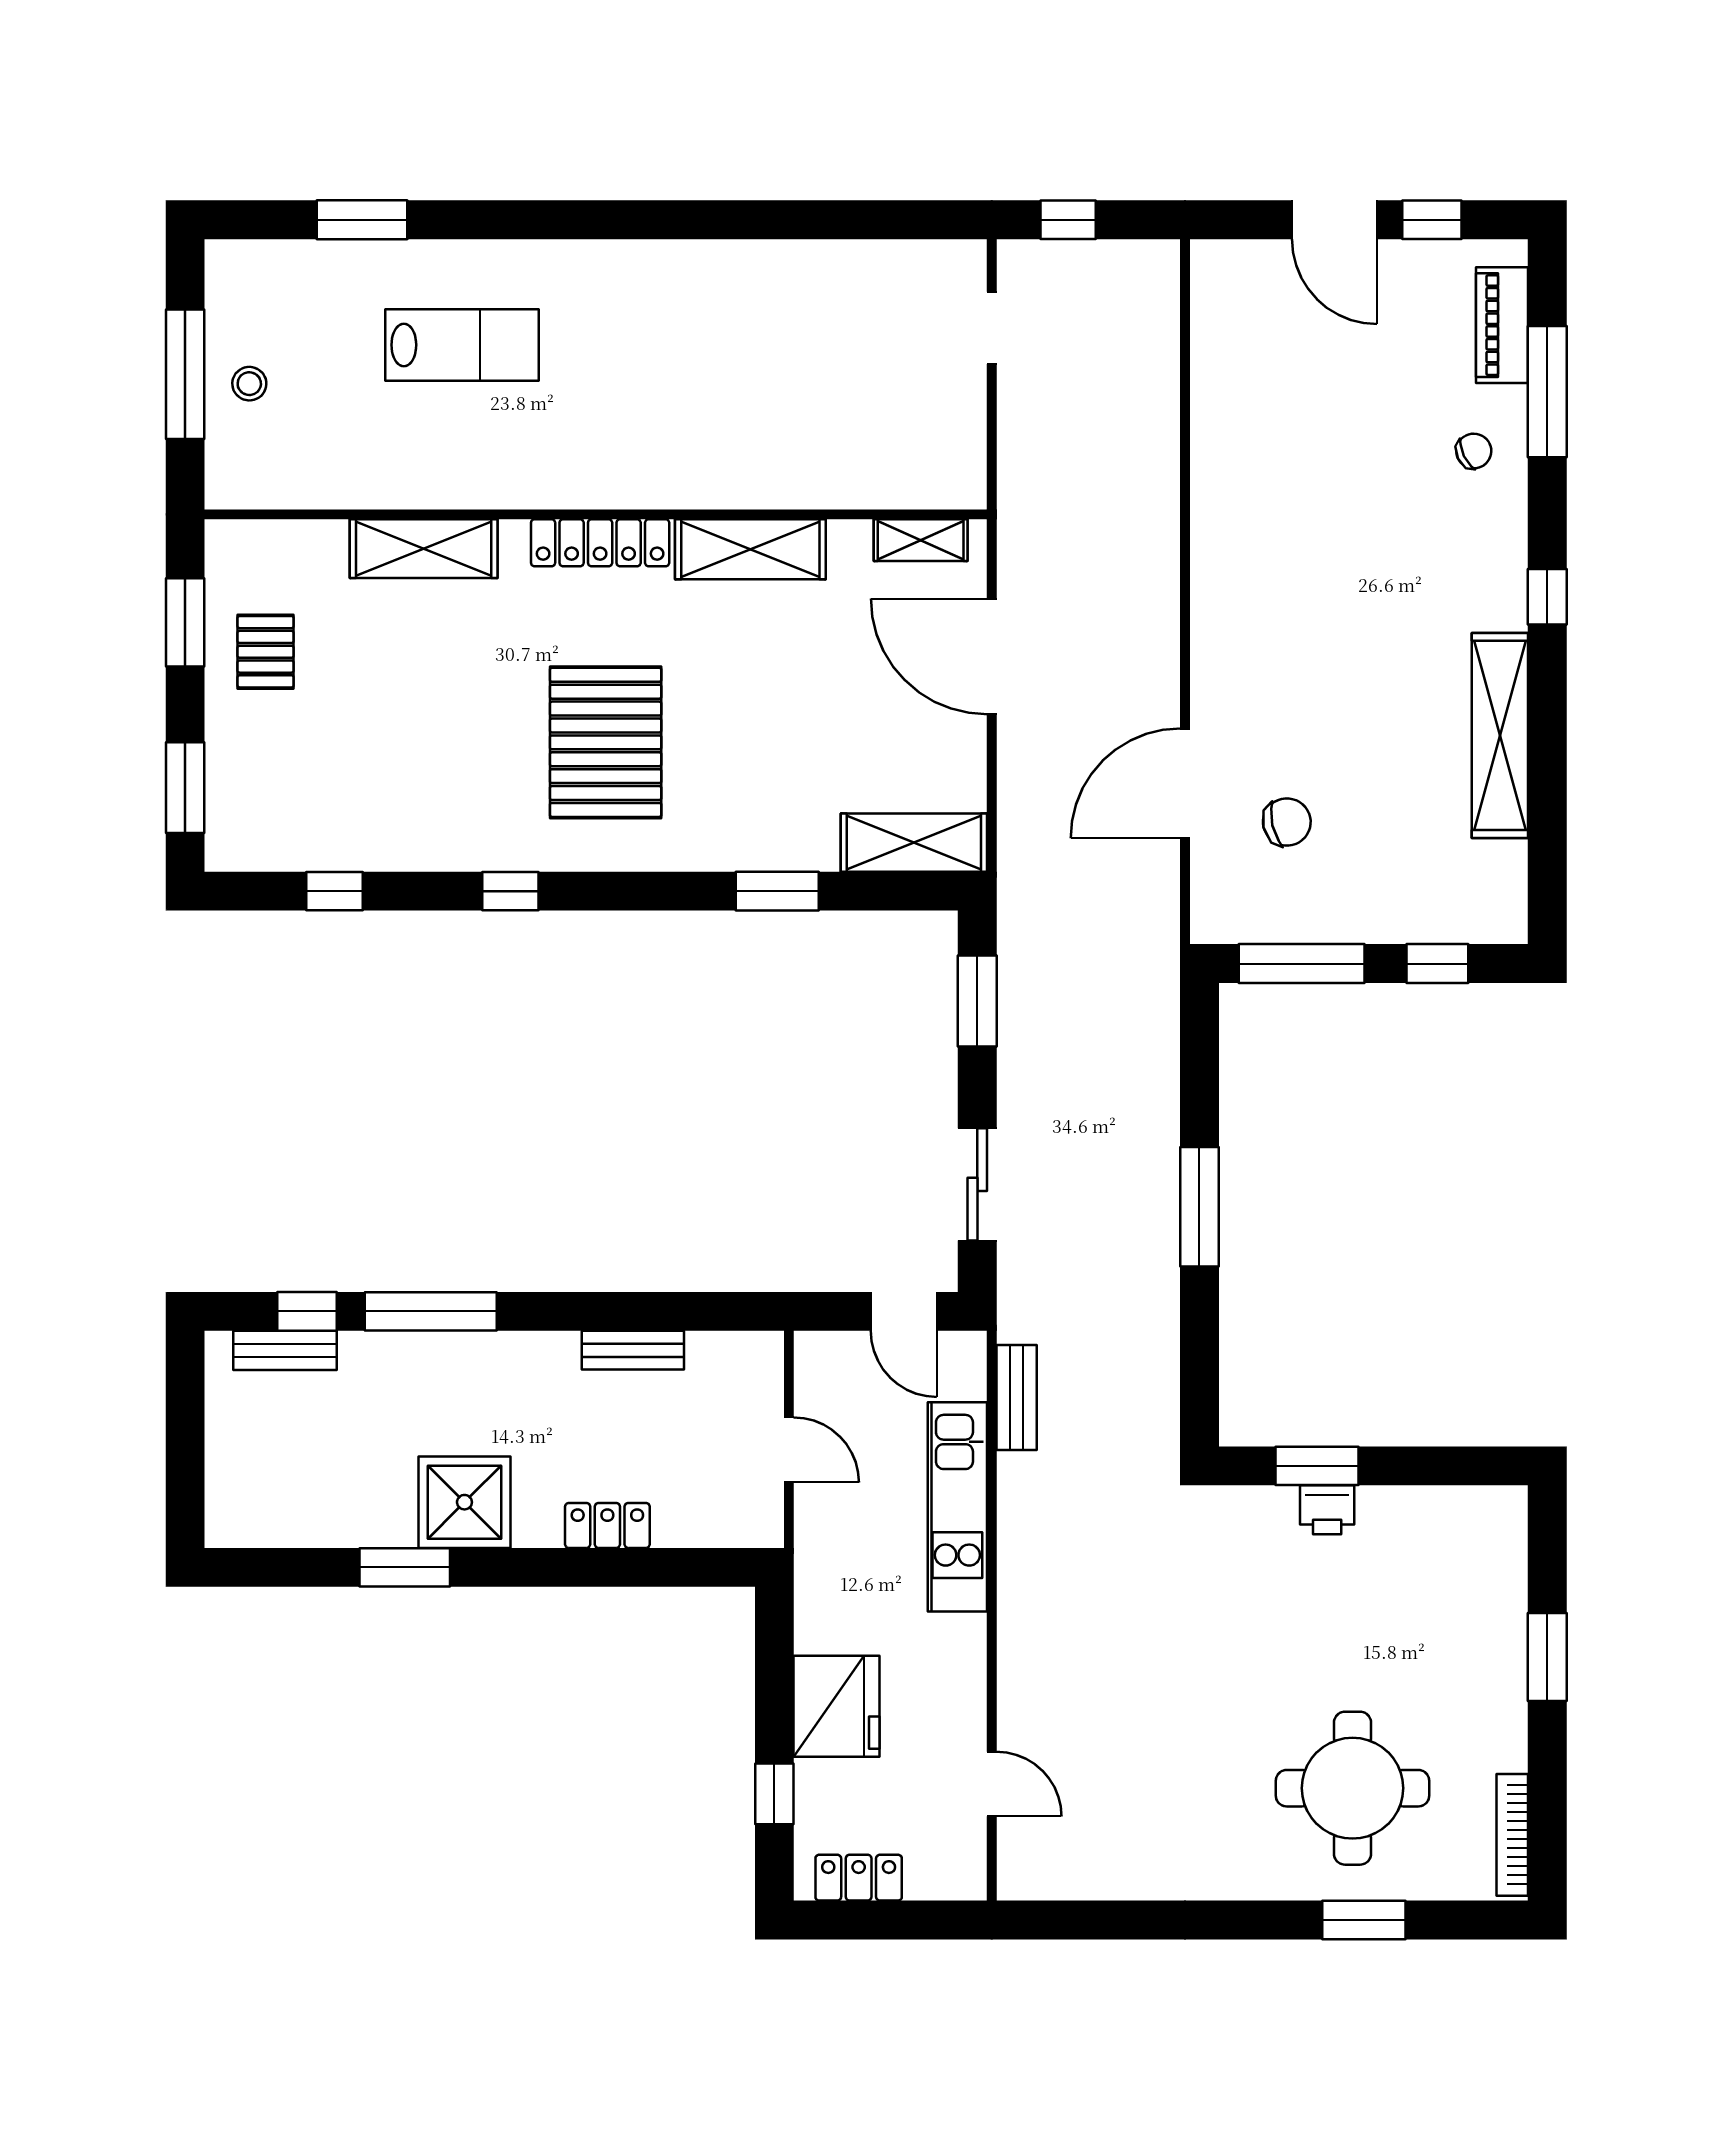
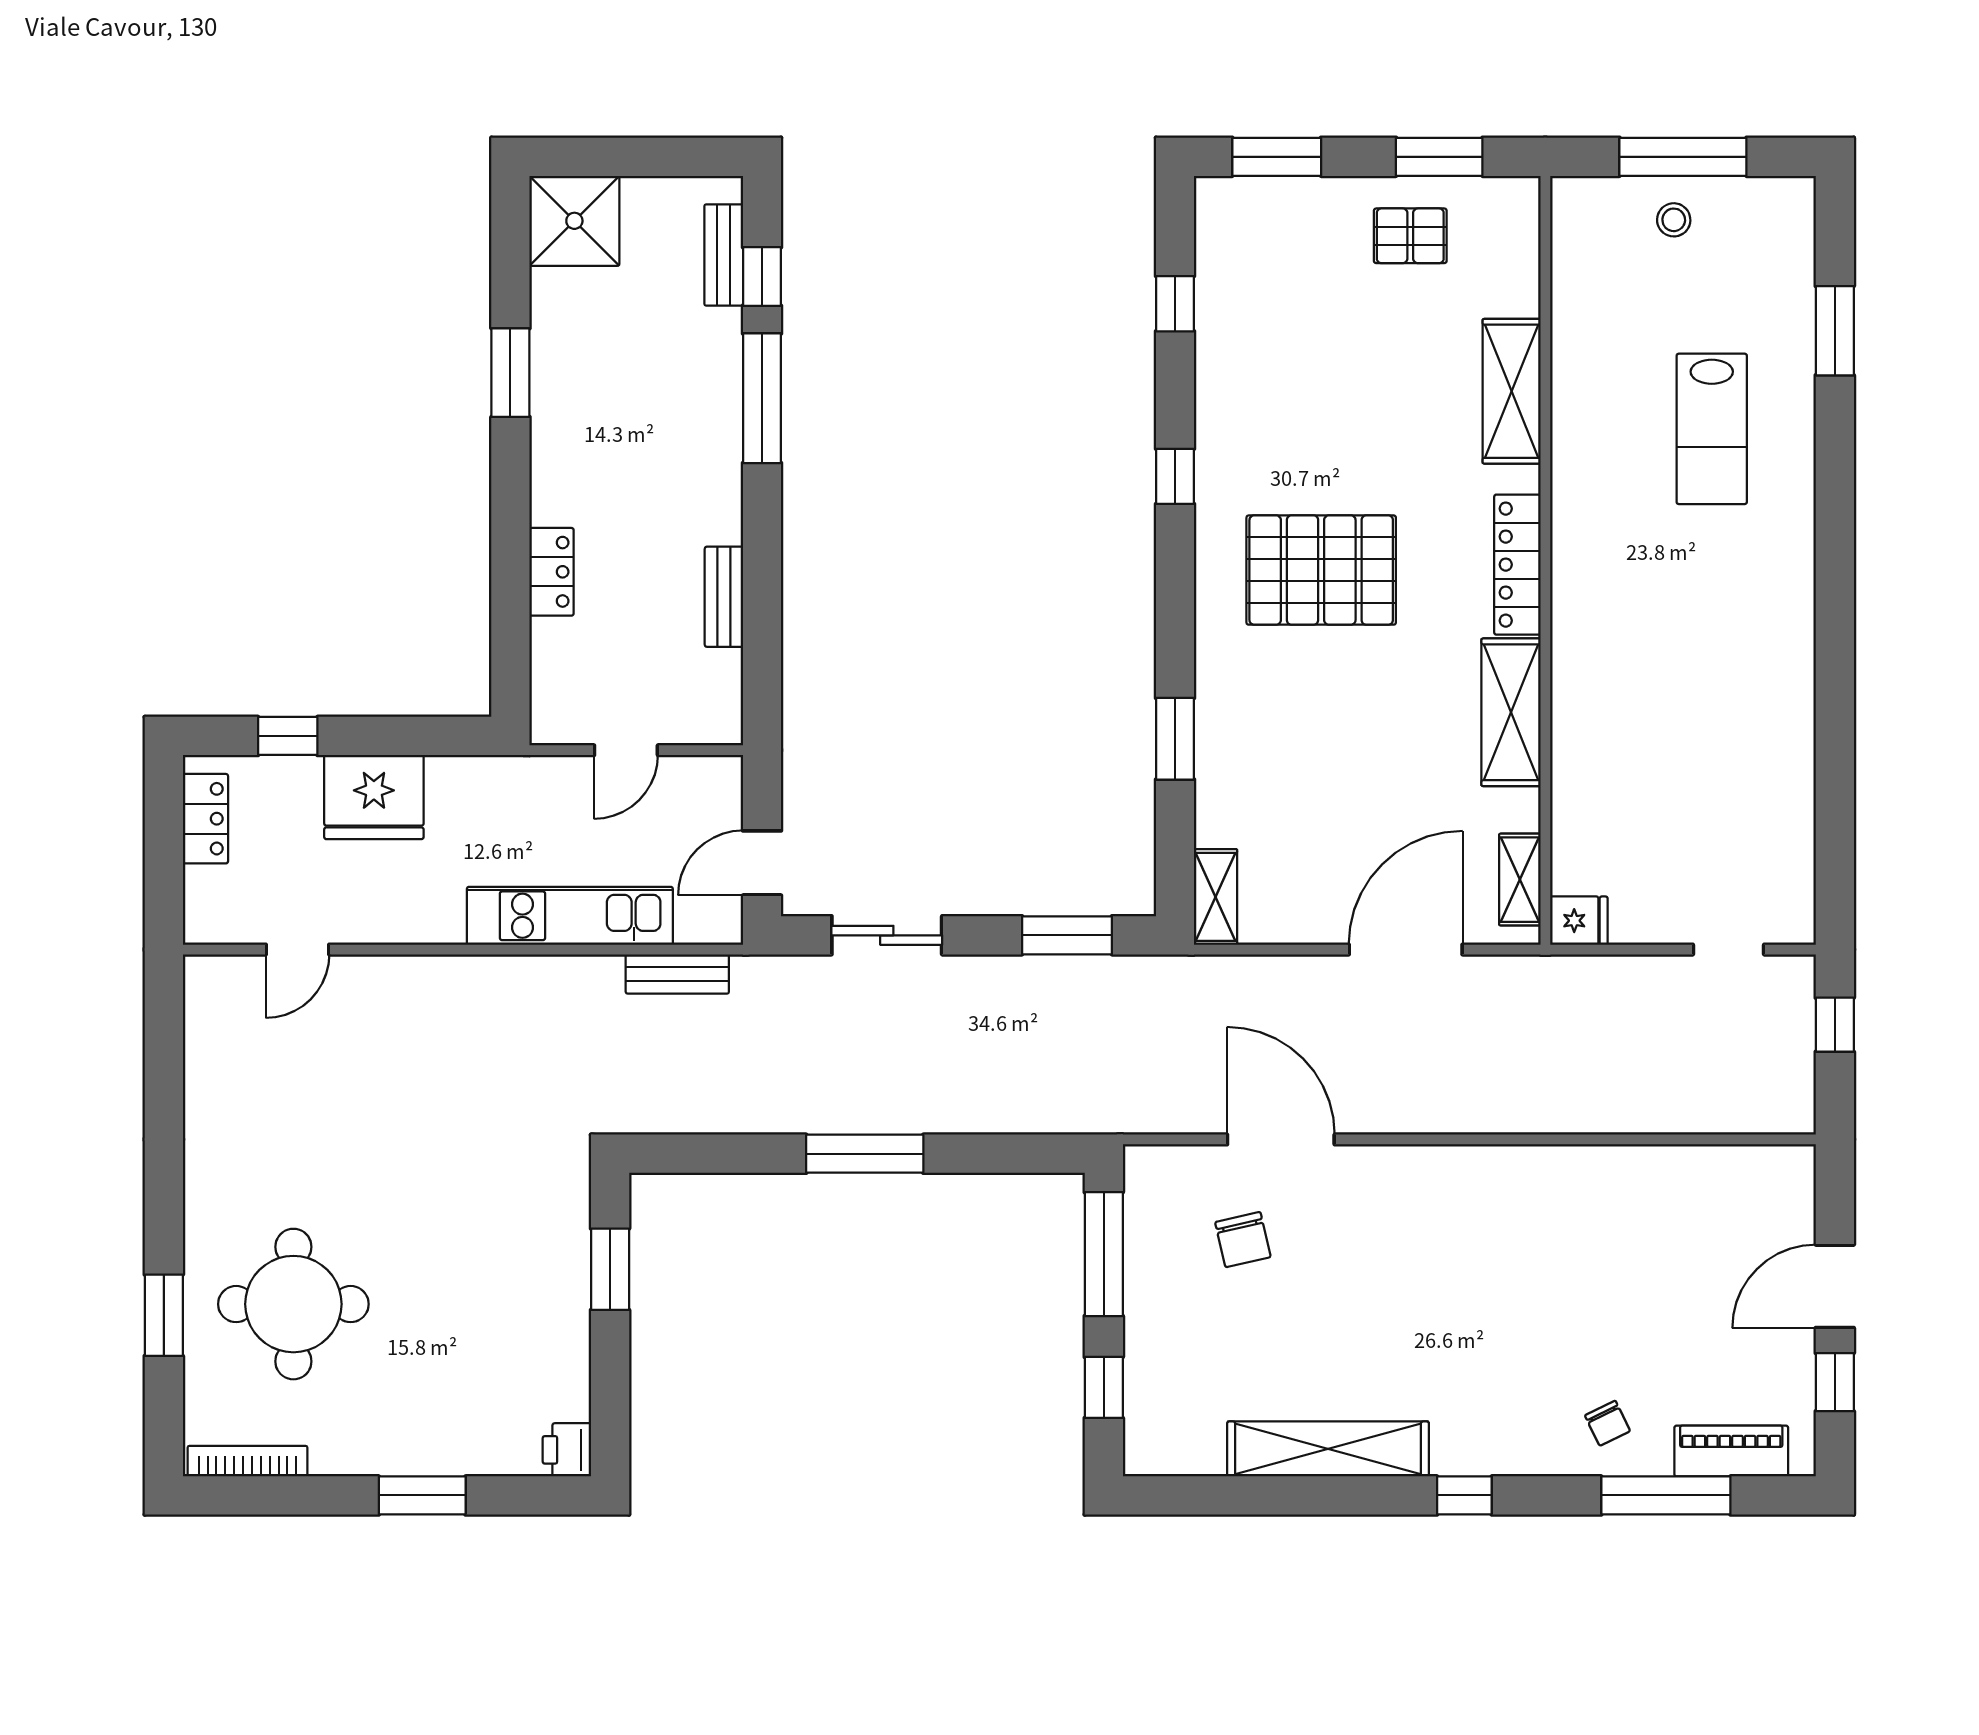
fridge: (962, 480) -> (1579, 921), added
shelving: (914, 843) -> (1216, 897), width x0.67, depth x0.75
shower: (464, 1502) -> (574, 221), moved
printer: (1327, 1510) -> (567, 1450), moved

